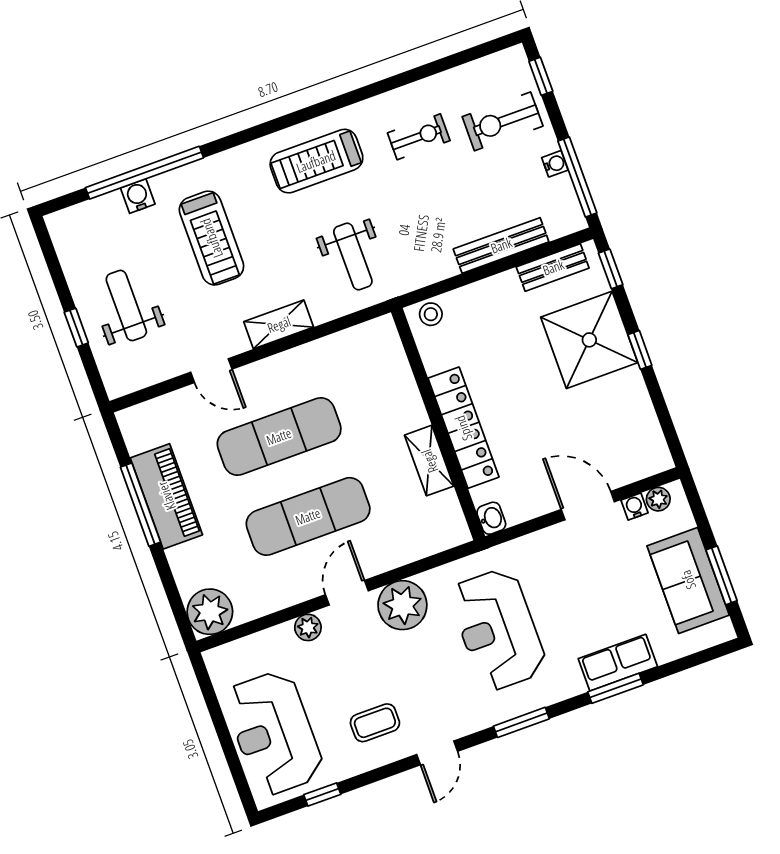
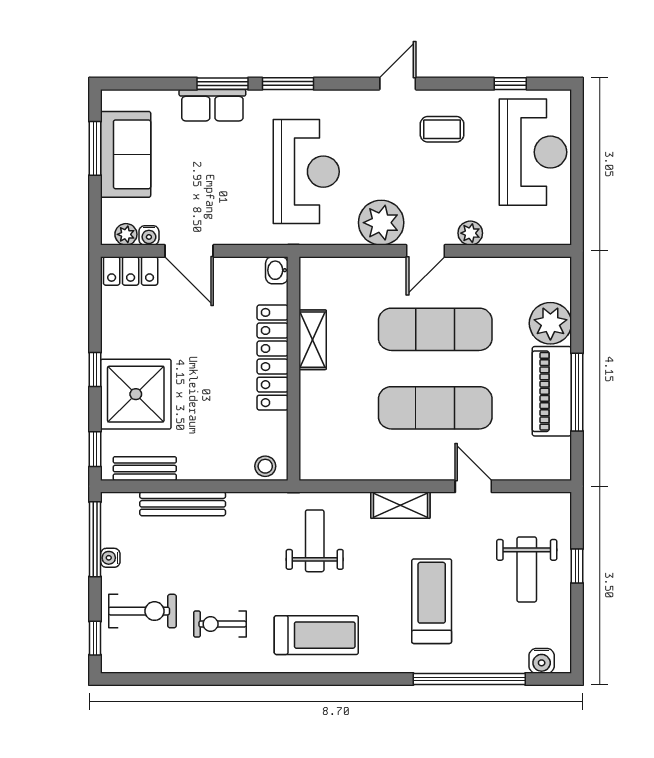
water cooler: (138, 196) -> (542, 661), moved
locker: (640, 464) -> (131, 271), added
plant: (210, 612) -> (550, 323), moved
window: (521, 722) -> (288, 84), moved

